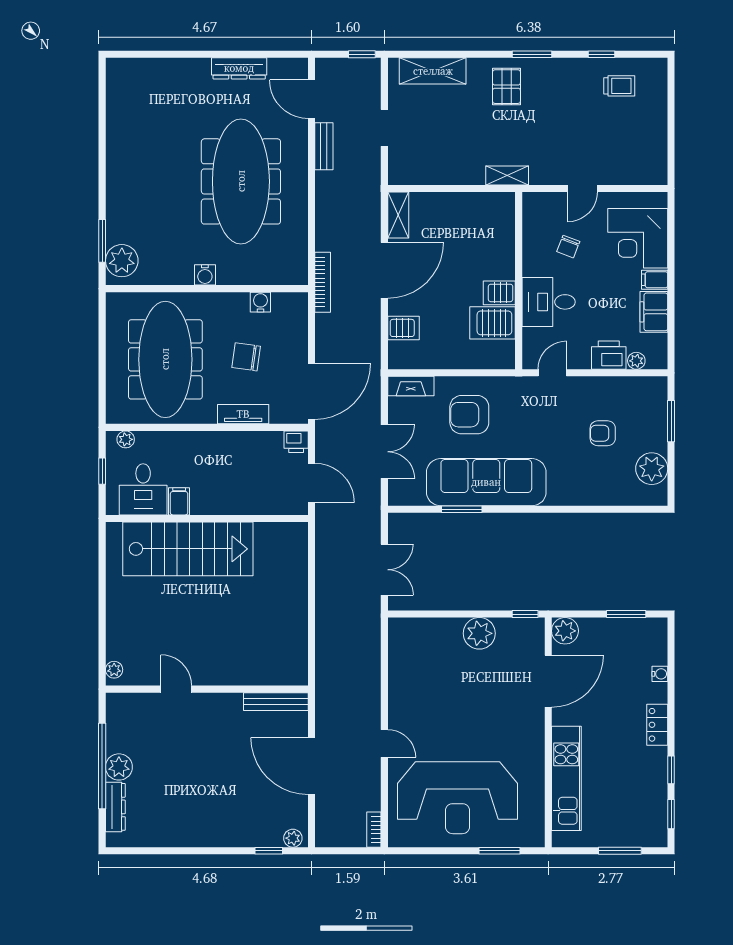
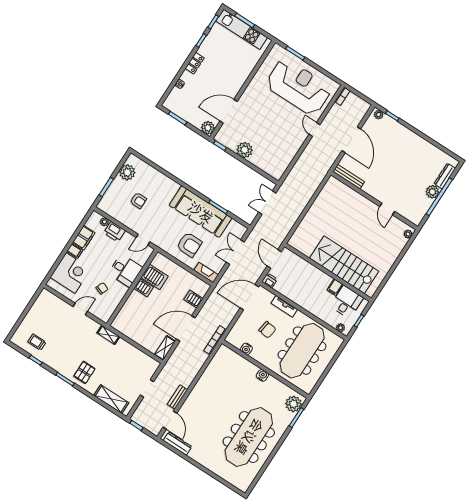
dresser: (239, 68) -> (177, 444), moved
meeting table: (241, 181) -> (249, 437), moved
kitchen unit: (566, 778) -> (242, 29), moved, turned -90

